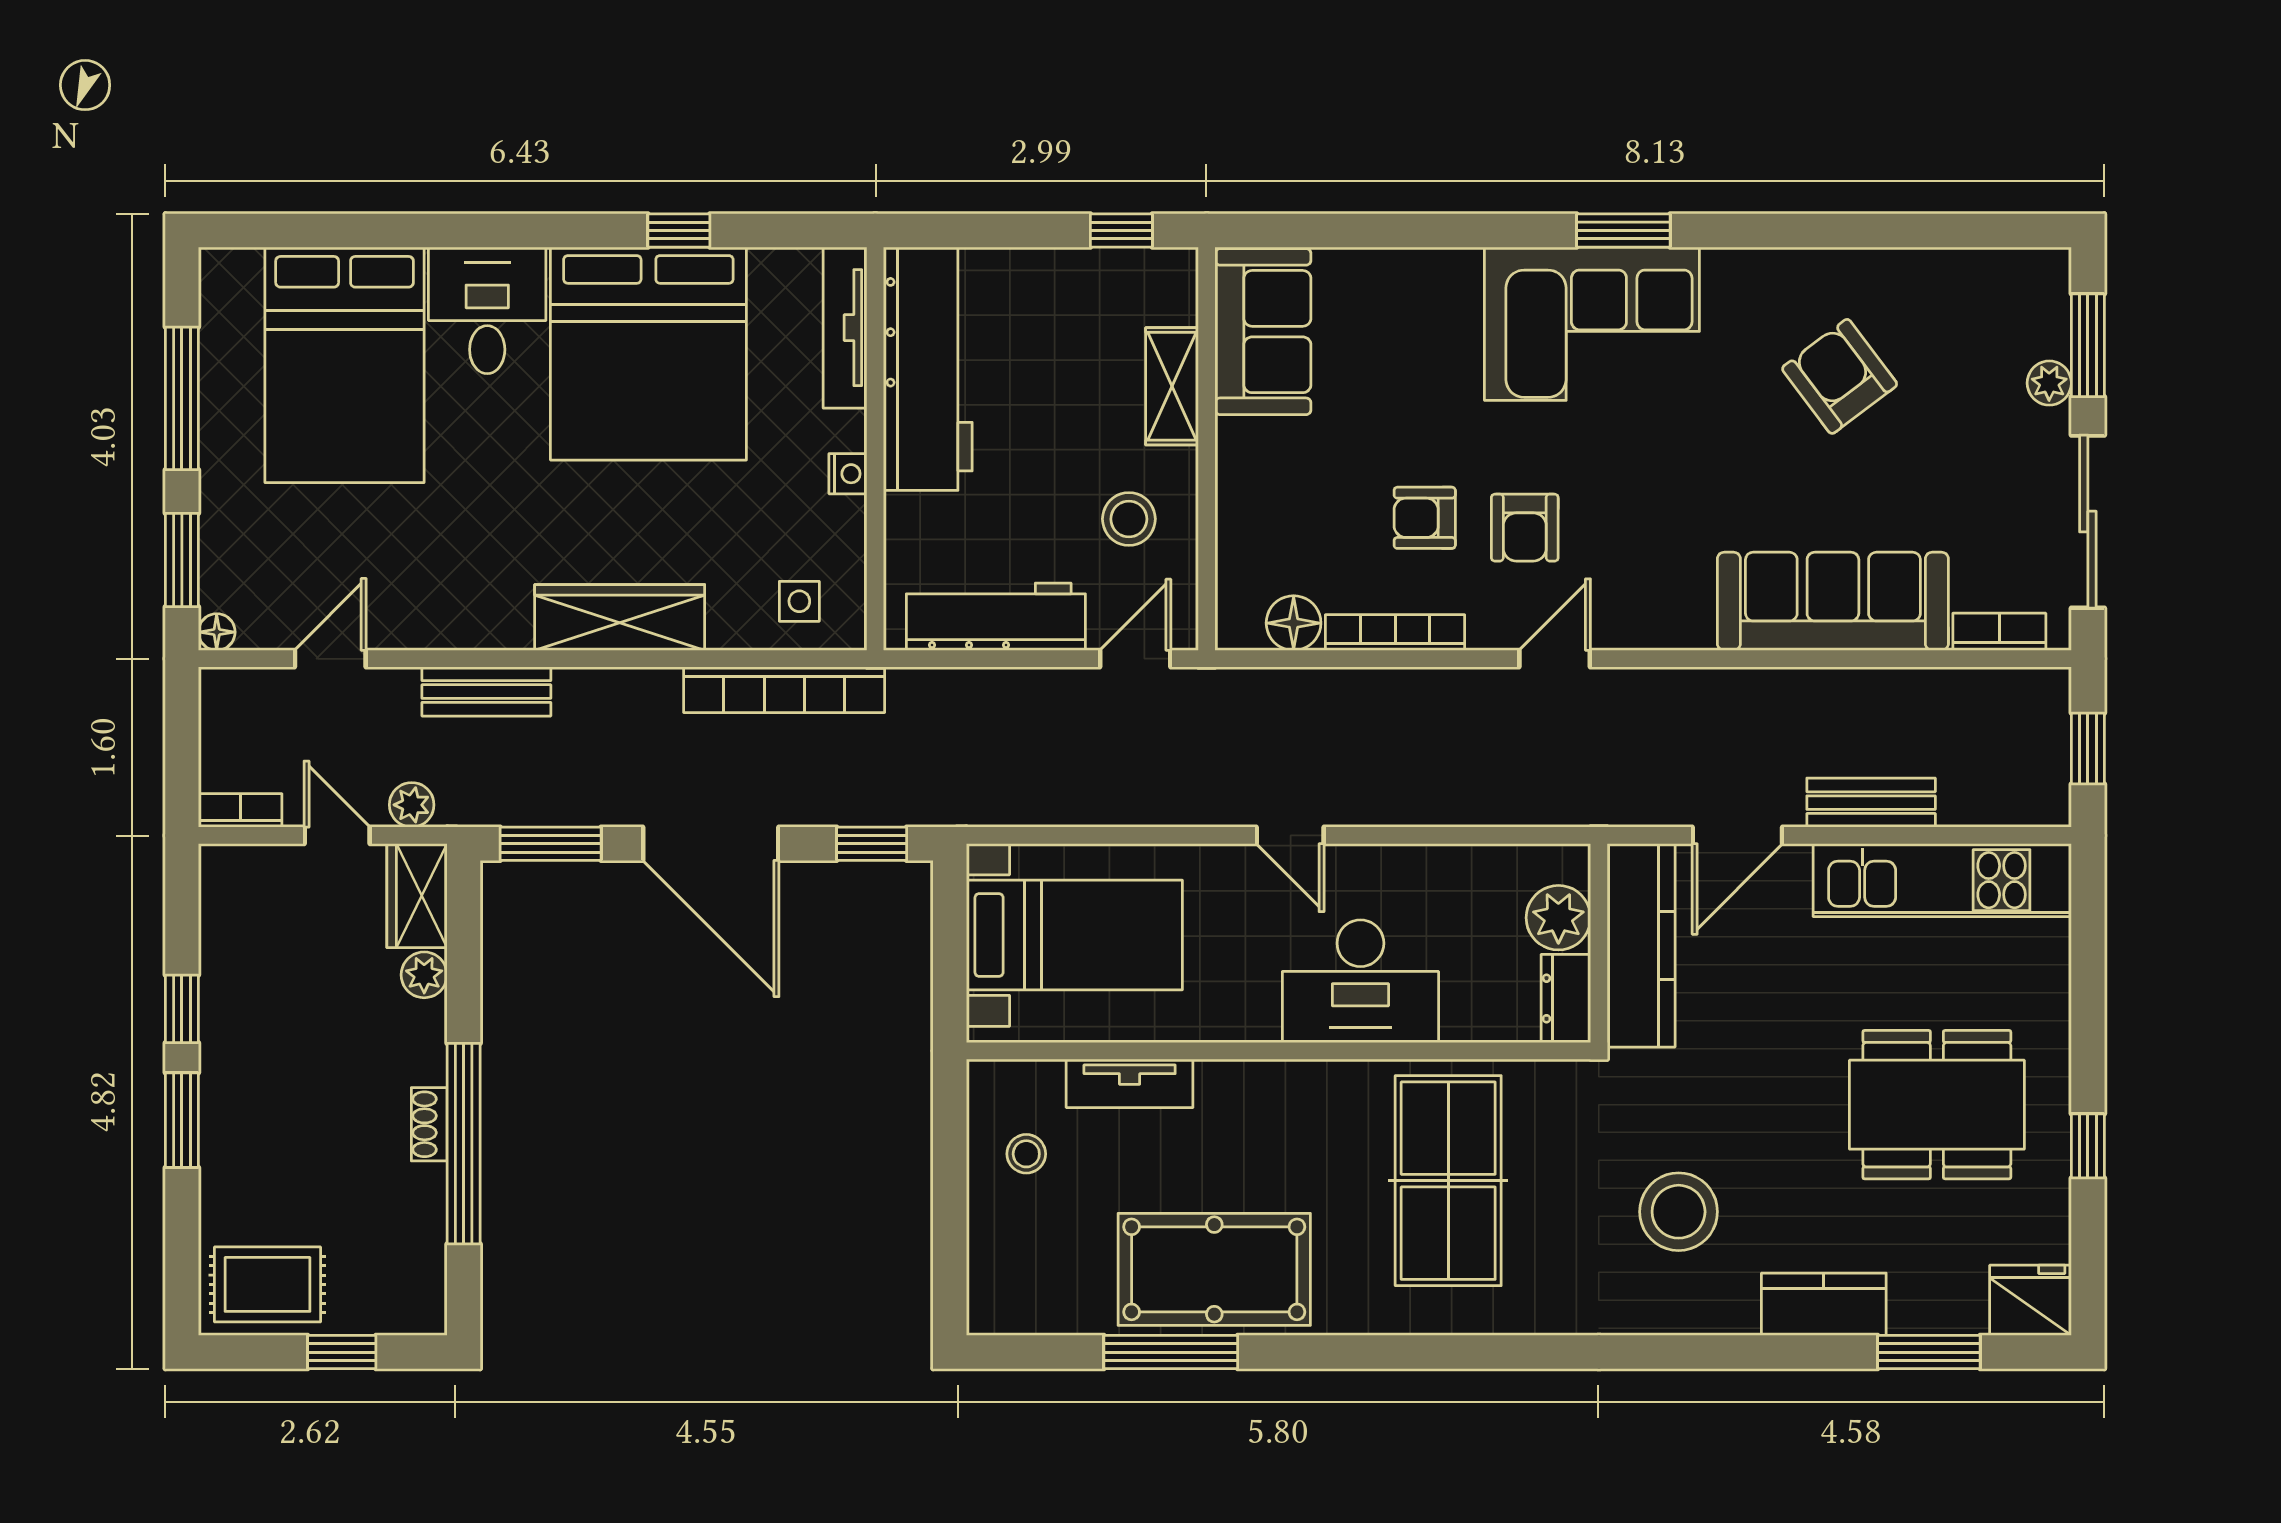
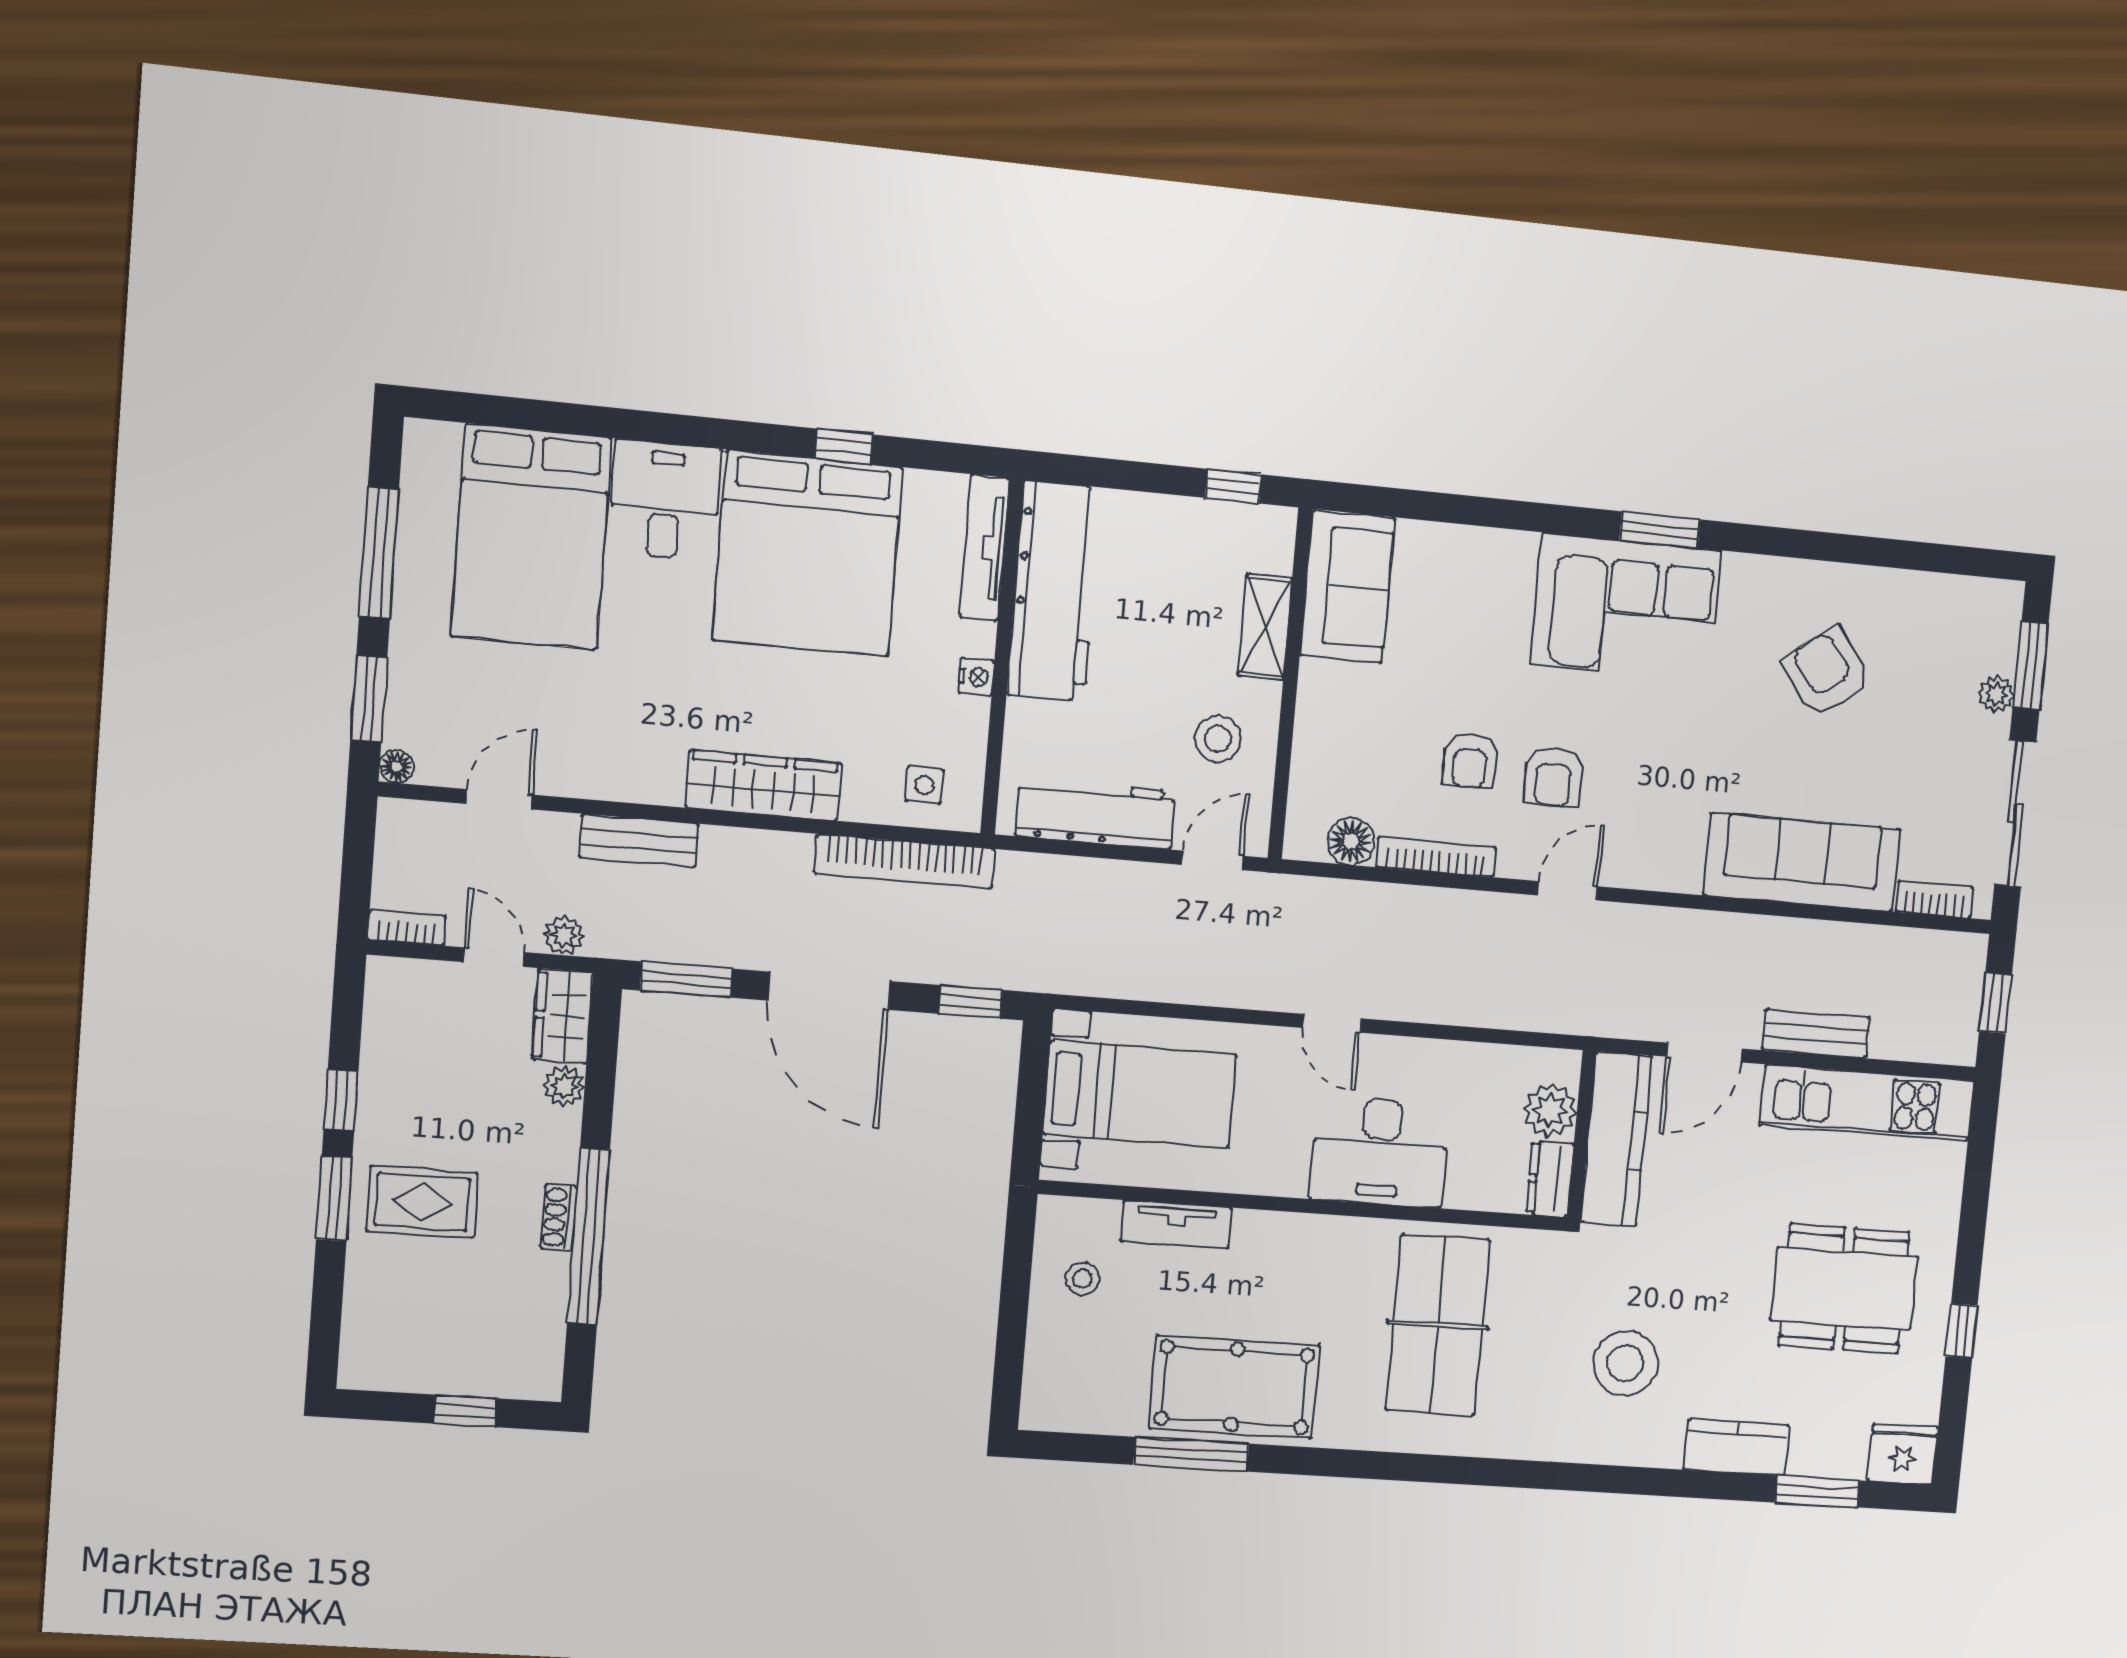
armchair: (1425, 518) -> (1470, 761), turned -90
rug: (268, 1284) -> (422, 1202), moved

